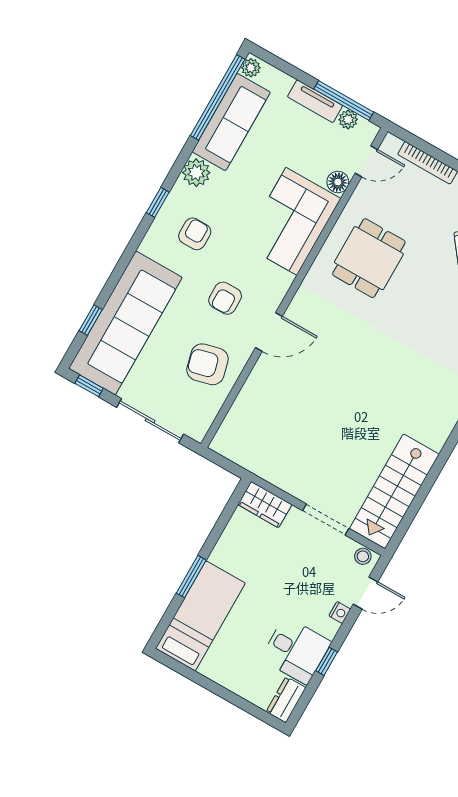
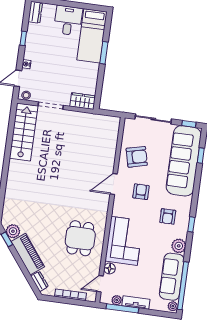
desk: (296, 650) -> (68, 20), moved, turned 90

